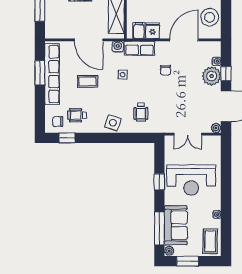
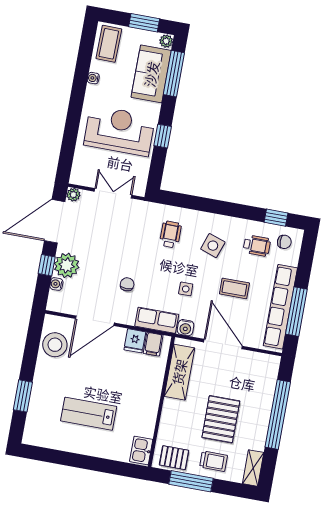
window: (40, 73) -> (296, 312), width x1.44
side table: (113, 123) -> (213, 246), moved

